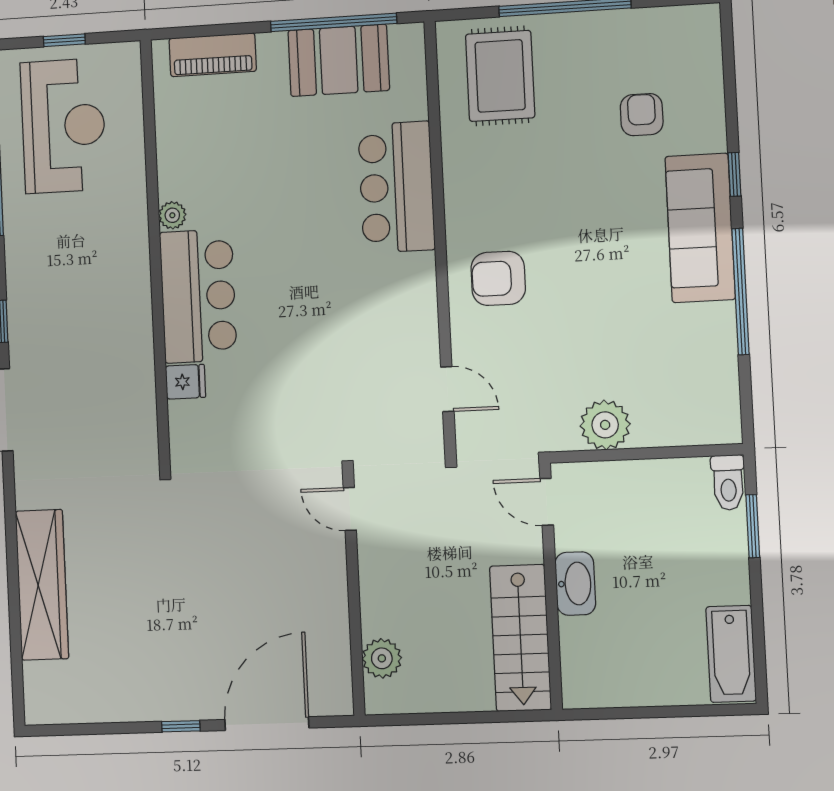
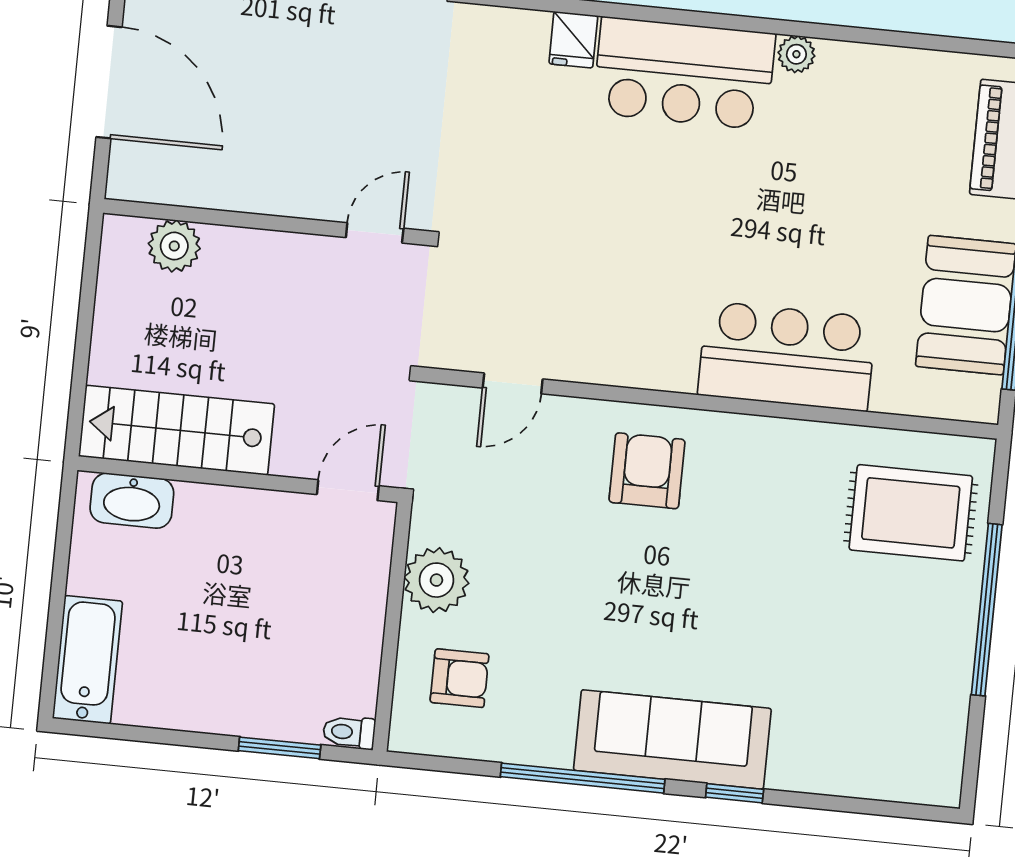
armchair: (642, 115) -> (460, 678), moved
toilet: (728, 483) -> (349, 732), width x0.73, depth x0.72
washbasin: (575, 584) -> (132, 501), moved
bathtub: (731, 654) -> (87, 660), moved, turned 90

